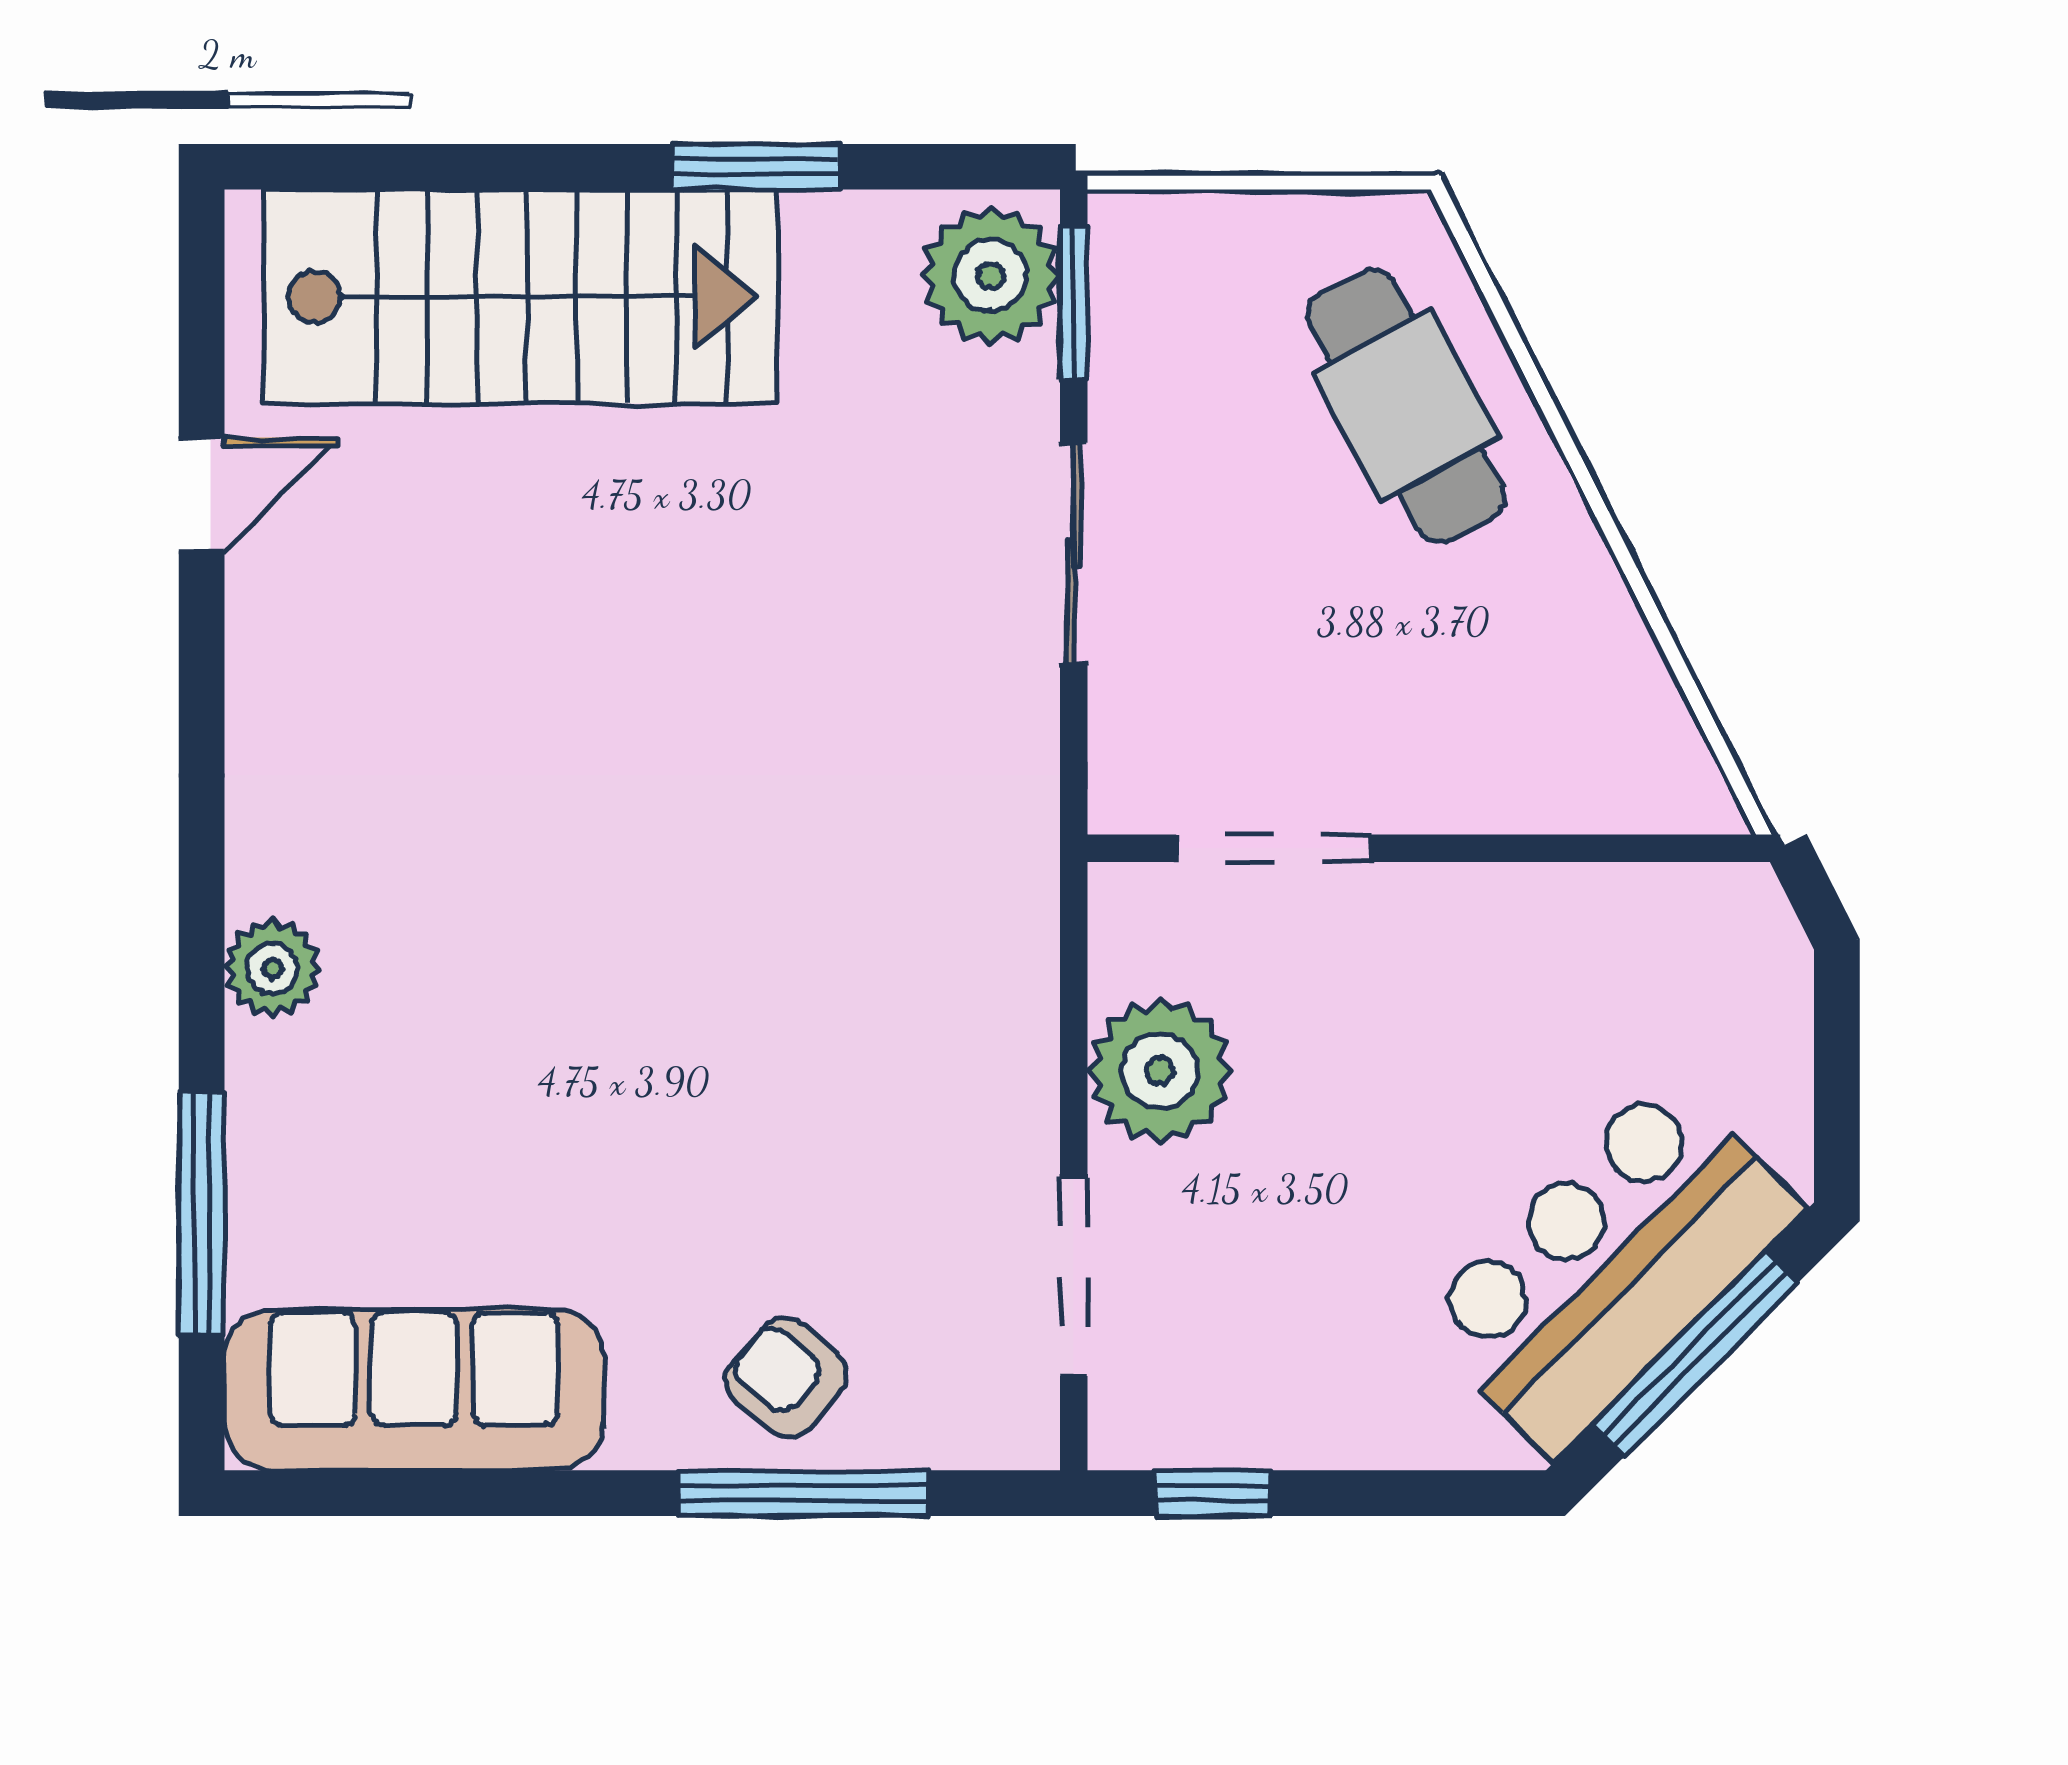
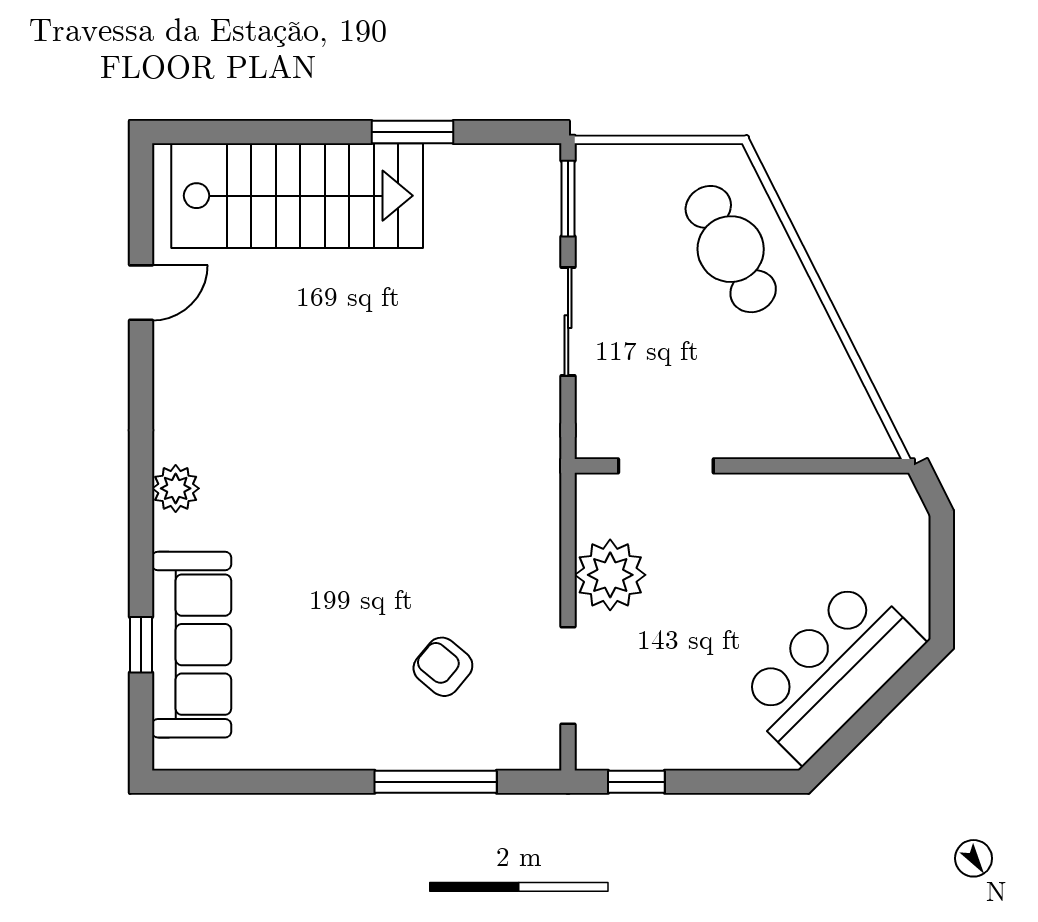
plant: (990, 276) -> (527, 185), removed
plant: (273, 968) -> (176, 488), moved
window: (202, 1213) -> (141, 645), width x0.46
window: (1695, 1354) -> (872, 713), removed
armchair: (786, 1377) -> (443, 667), moved
sofa: (414, 1390) -> (192, 645), moved, turned 90

